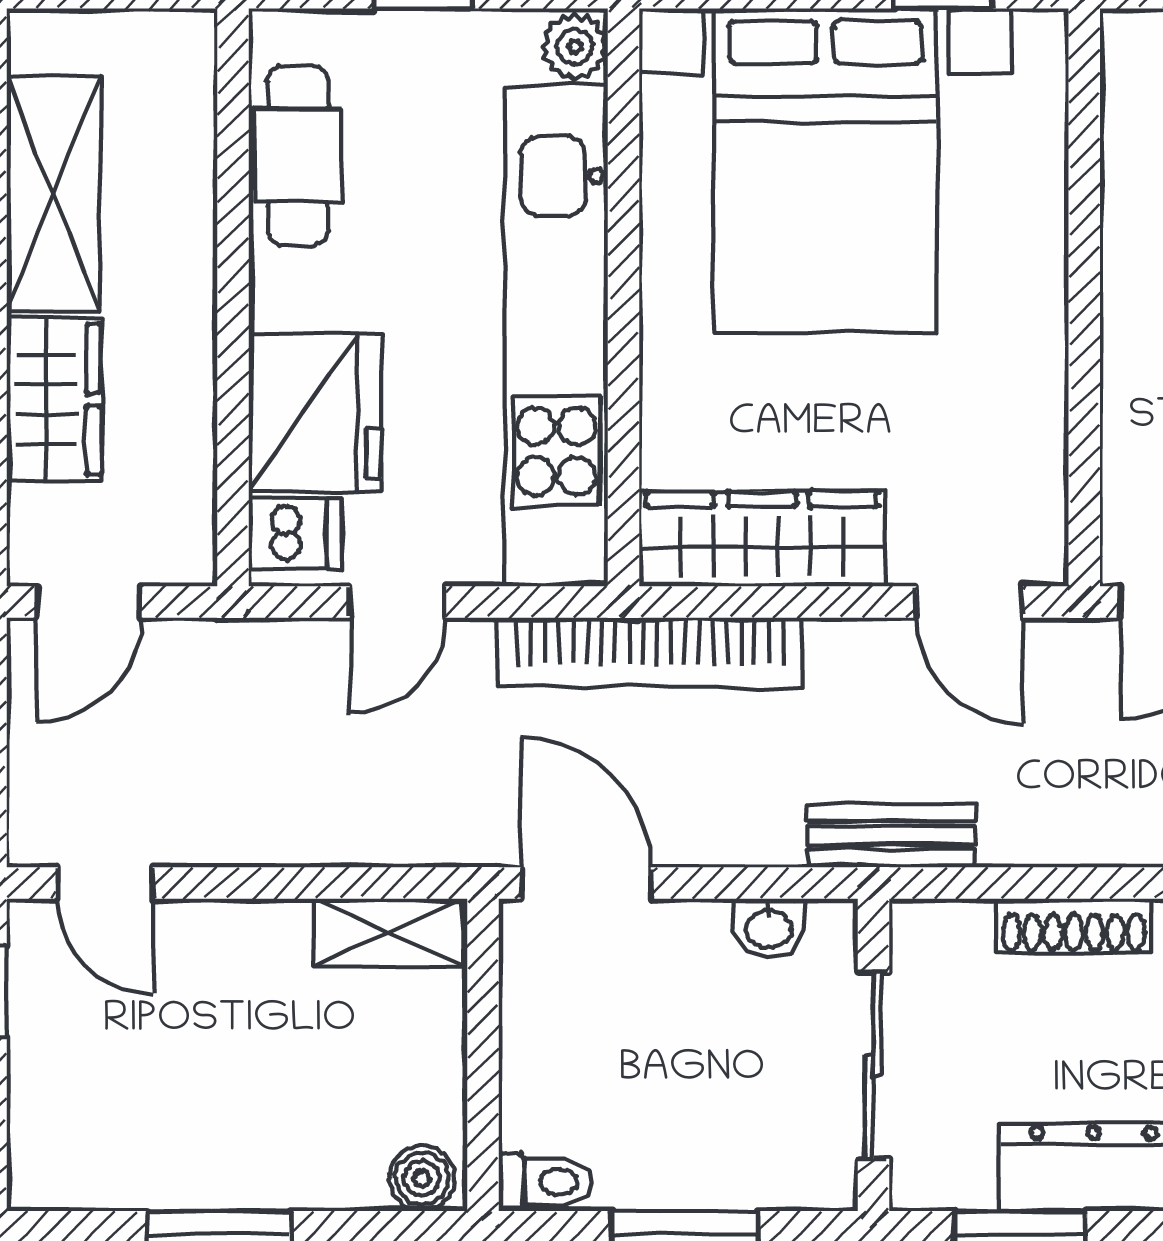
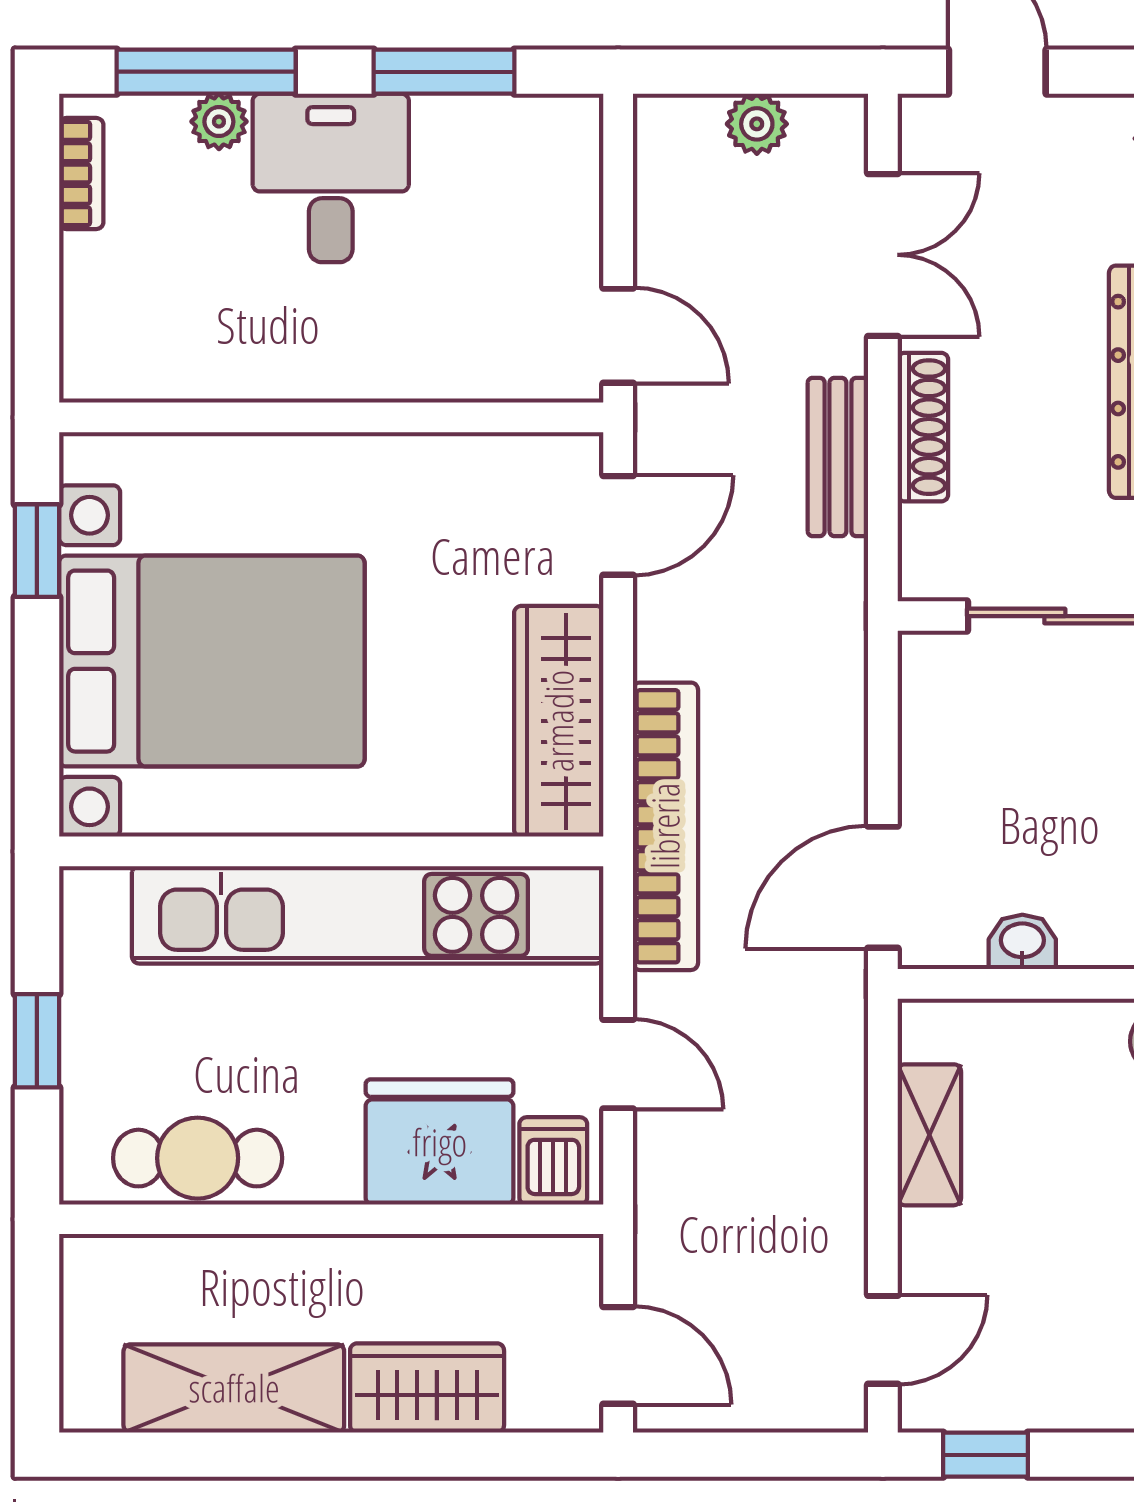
plant: (575, 46) -> (95, 897), removed
bench: (891, 835) -> (838, 457), moved
washbasin: (768, 928) -> (1022, 942), moved, turned -90
shelving: (388, 932) -> (929, 1135), moved

